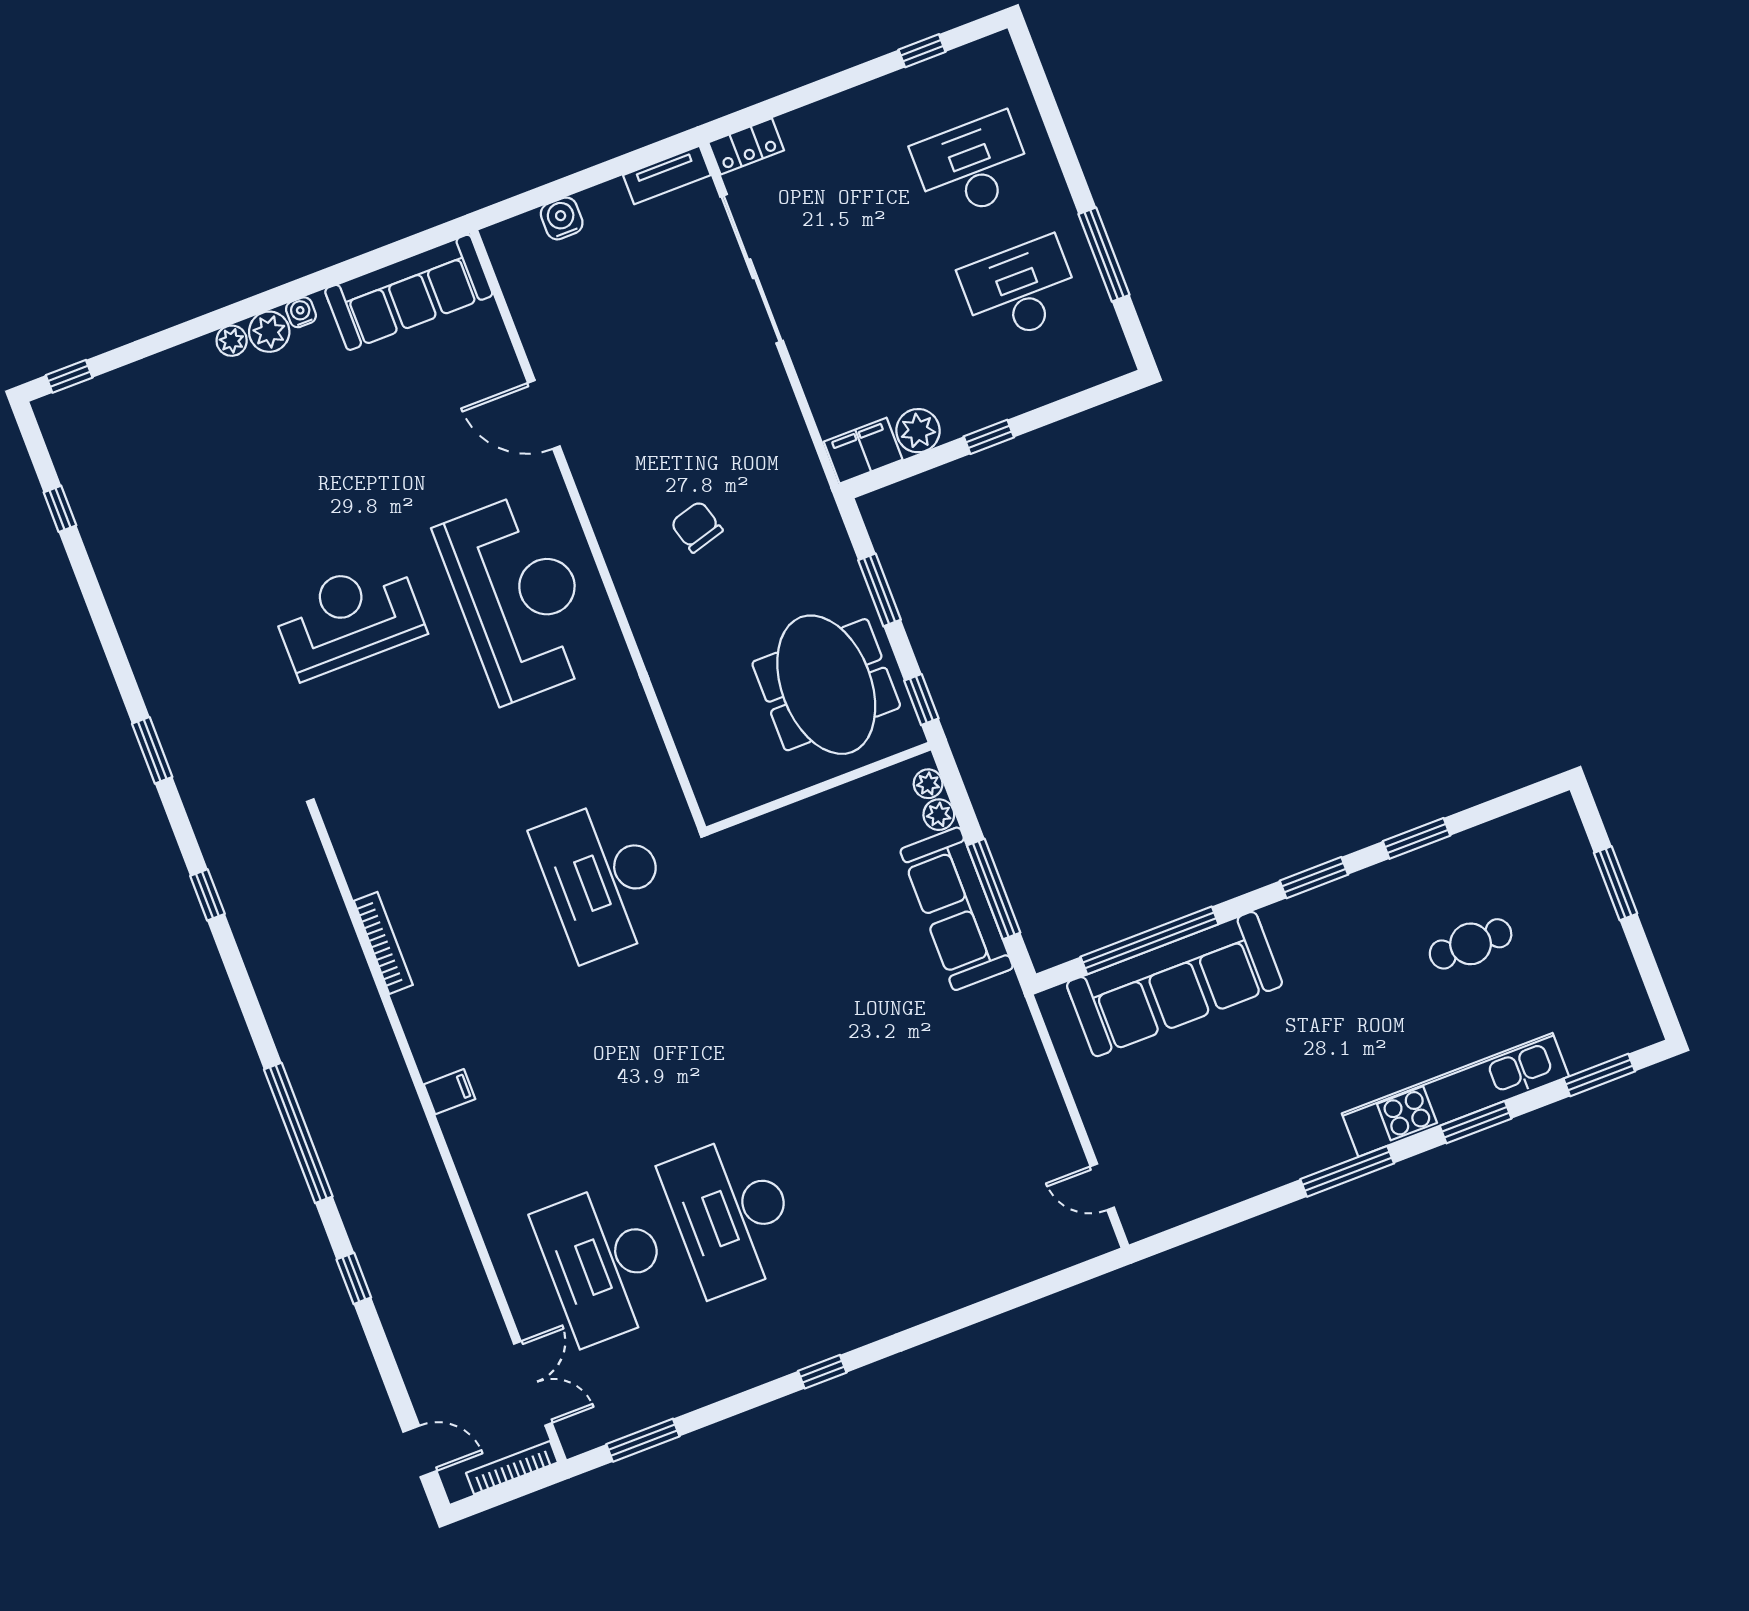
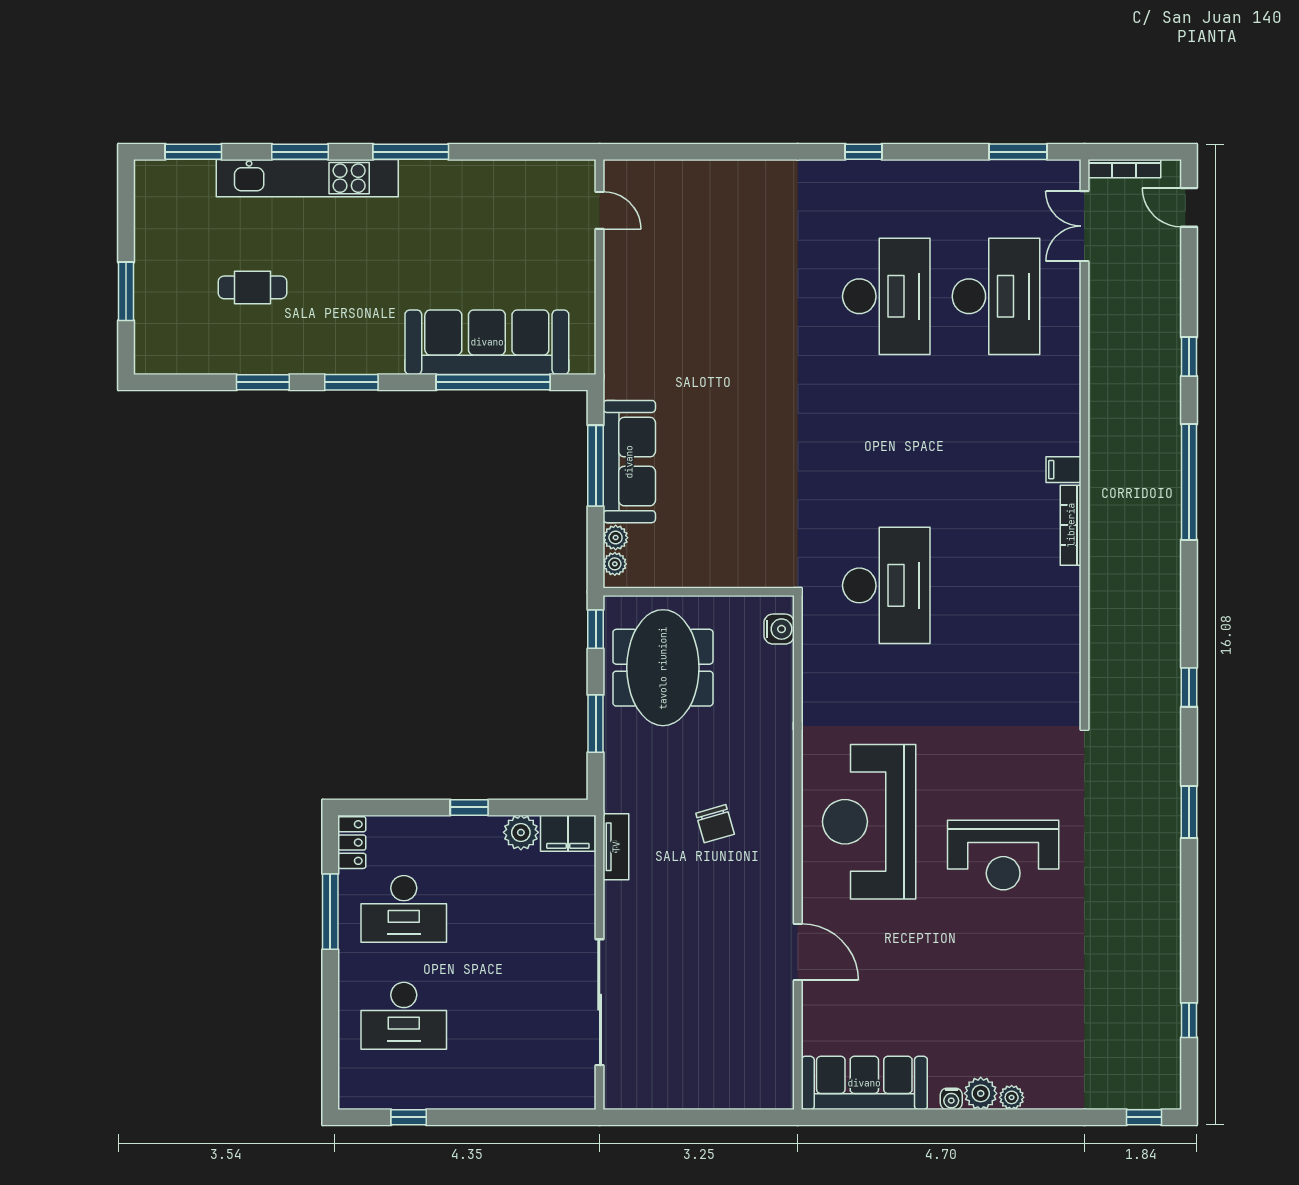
locker: (746, 146) -> (352, 843), moved, turned 90
tv unit: (667, 175) -> (616, 847), moved, turned 90
water cooler: (562, 218) -> (779, 629), moved, turned -90
bookcase: (383, 943) -> (1071, 525), moved

